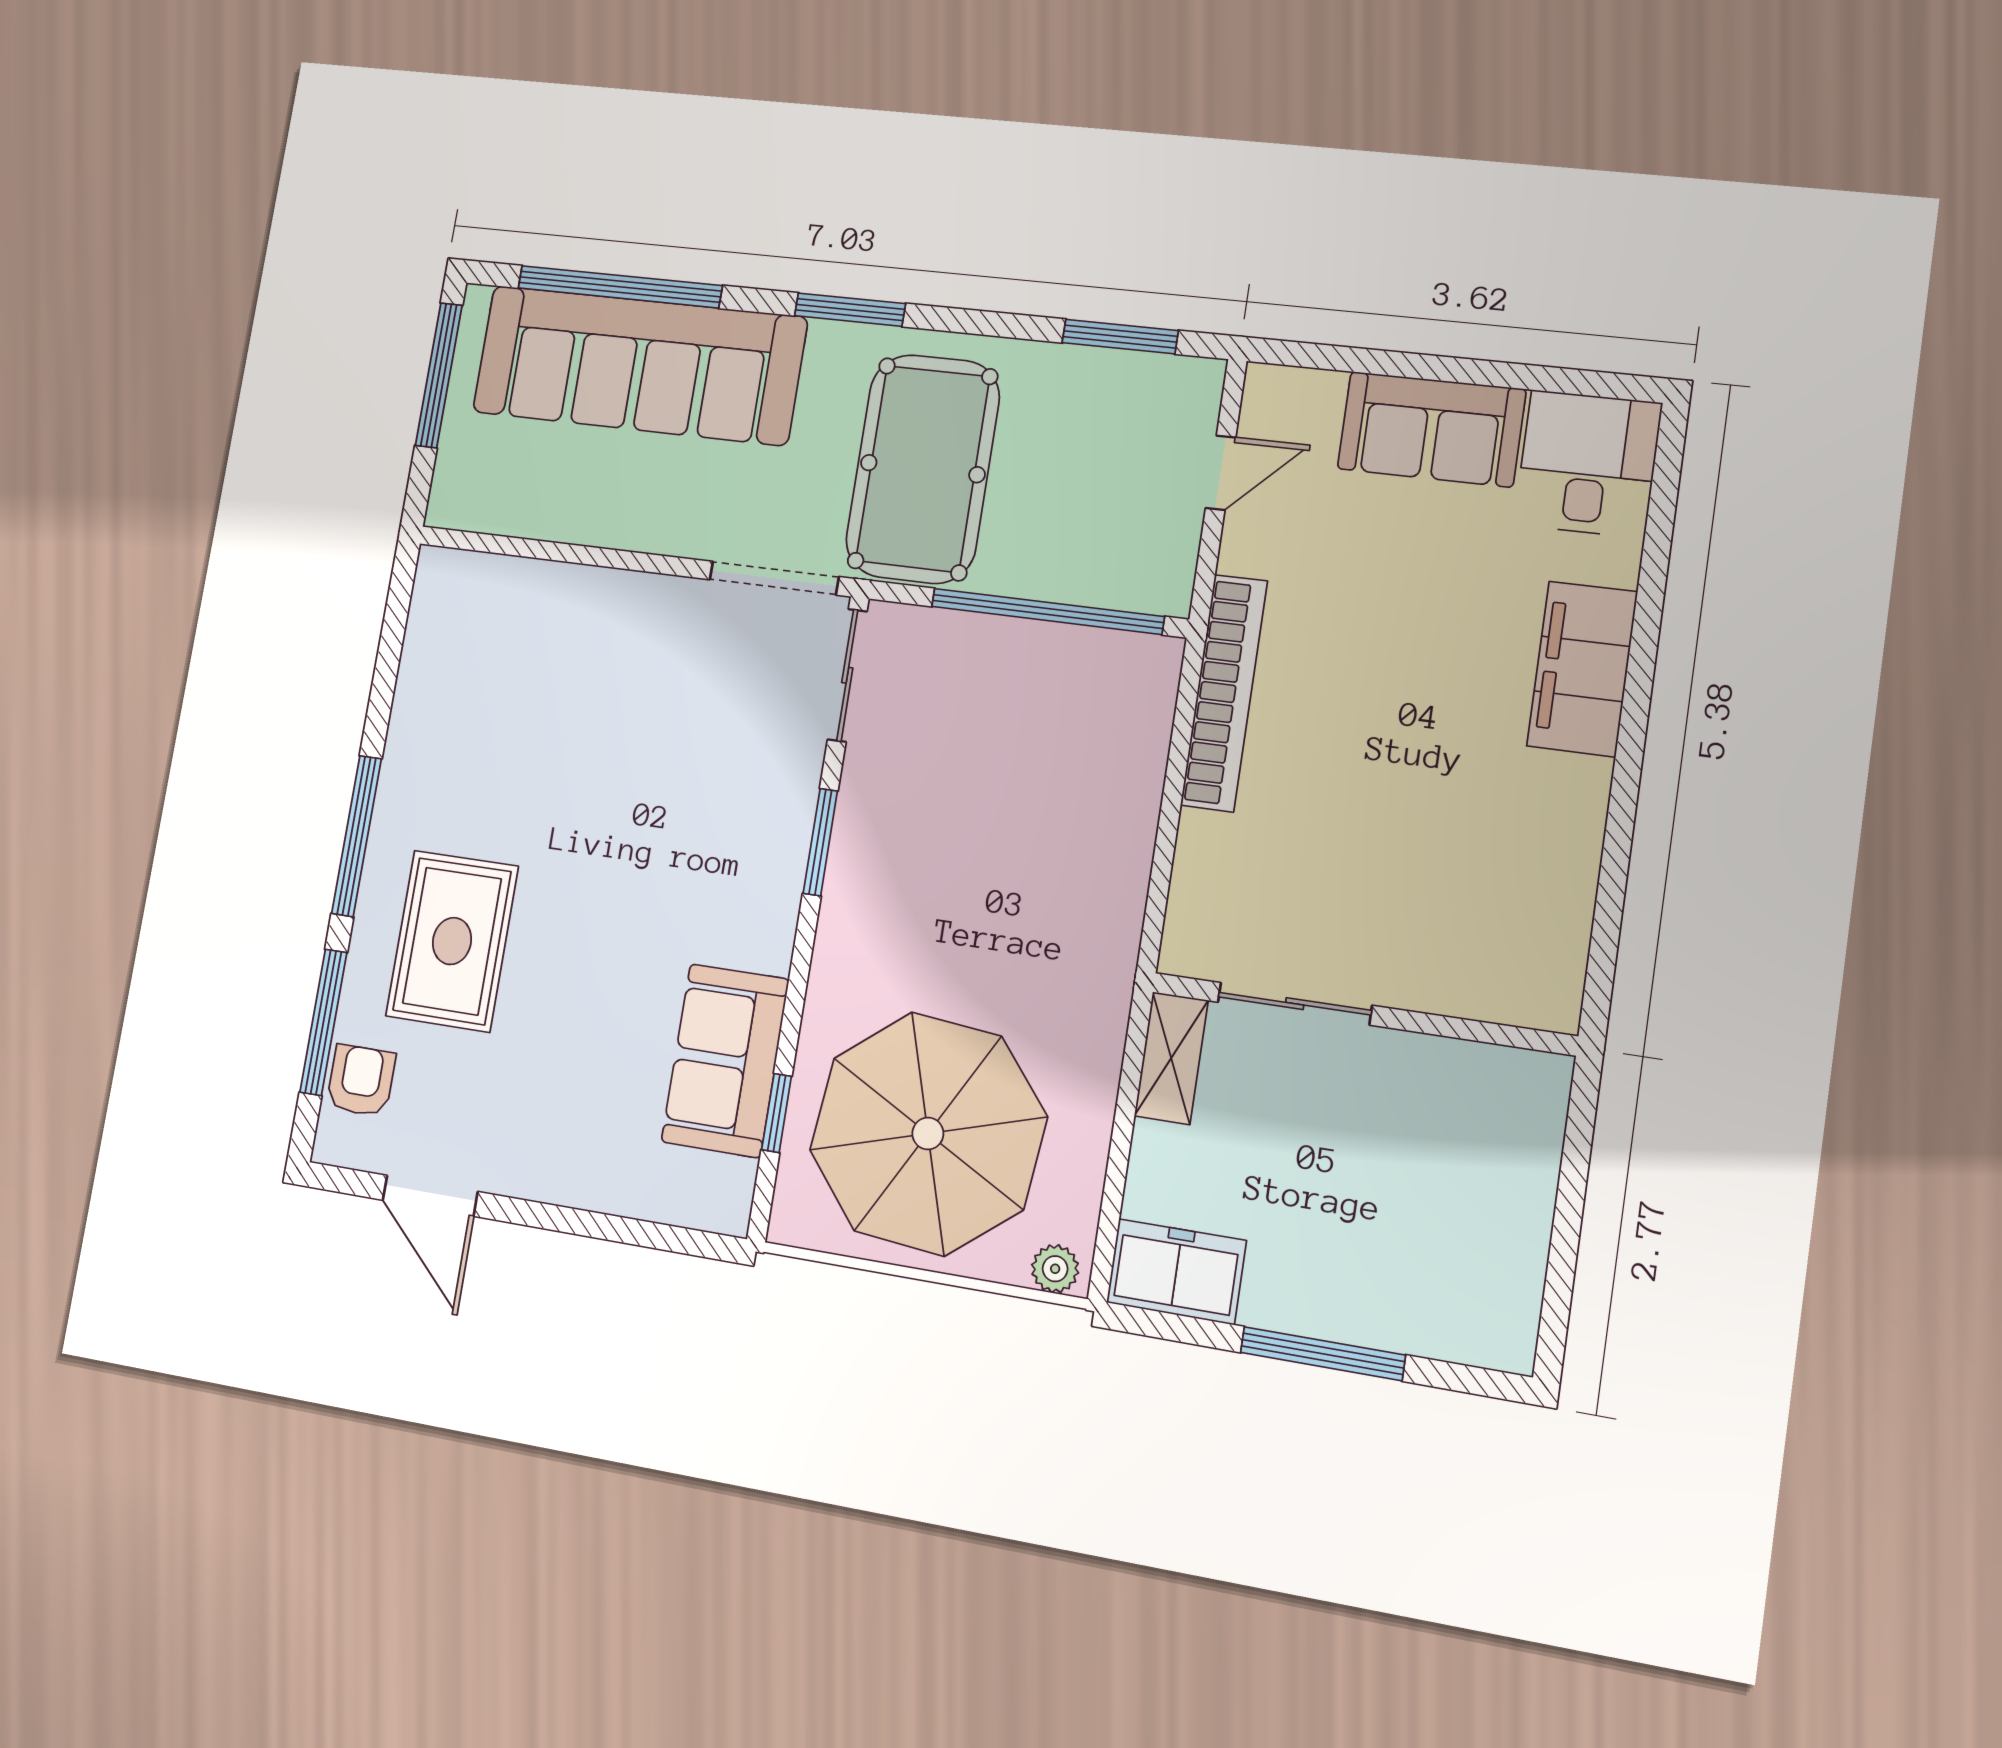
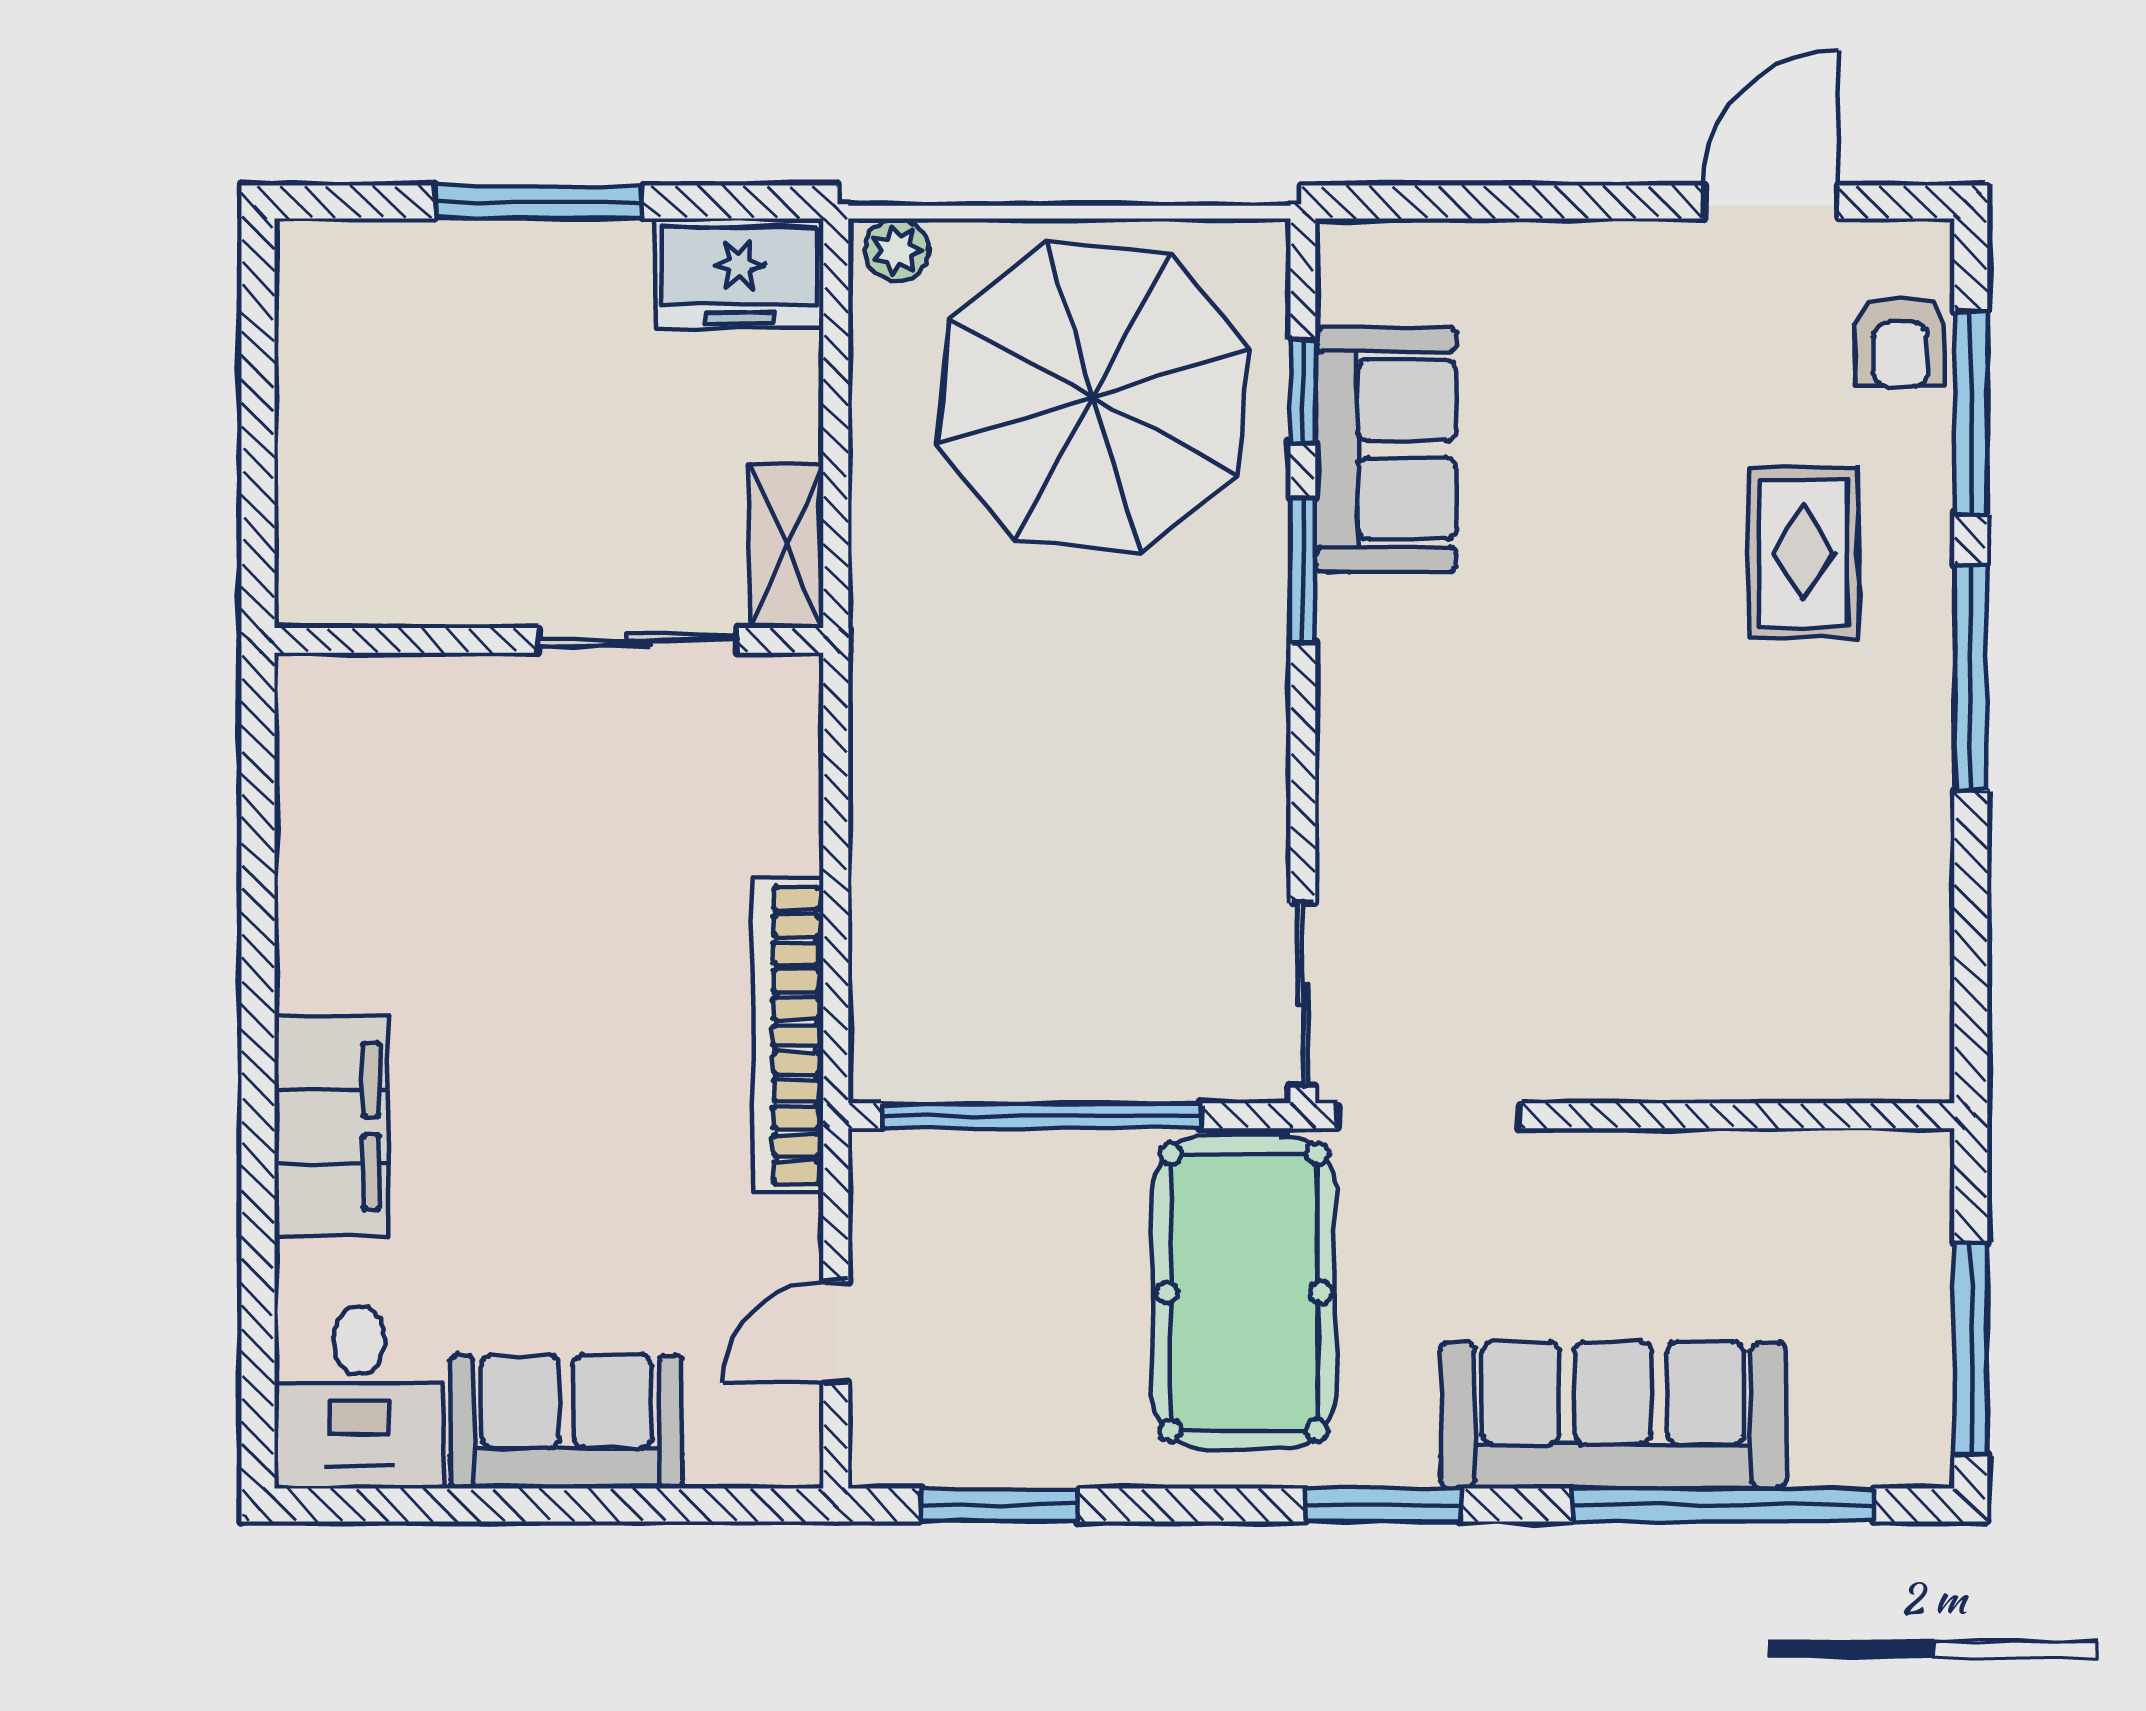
sofa: (639, 365) -> (1613, 1415), width x0.74, depth x0.79
window: (820, 842) -> (1303, 570), moved
rug: (452, 941) -> (1803, 553), width x0.73, depth x0.70
door: (430, 1196) -> (1771, 202), hinge flipped

